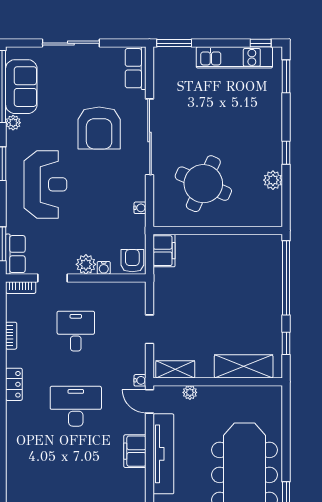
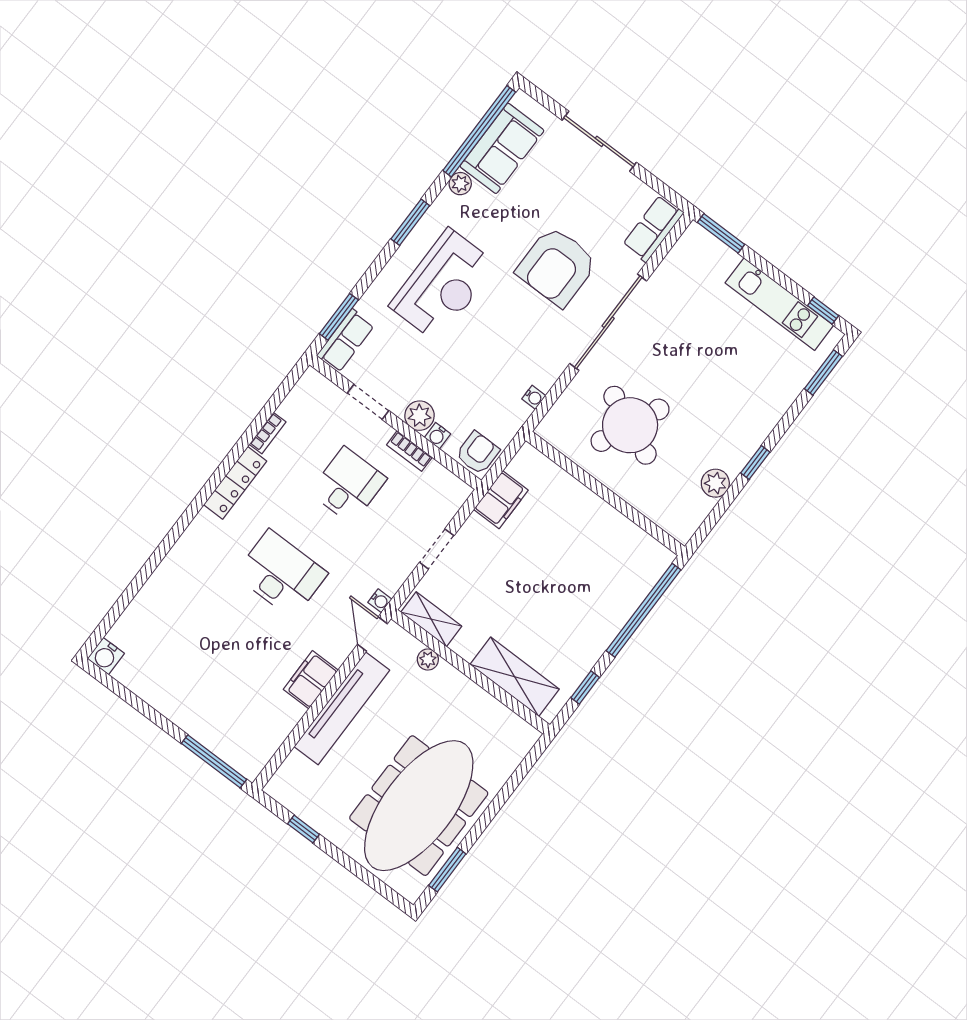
filing cabinet: (164, 251) -> (501, 500), moved
bookcase: (21, 288) -> (409, 451), moved
locker: (14, 384) -> (235, 483), width x1.53

